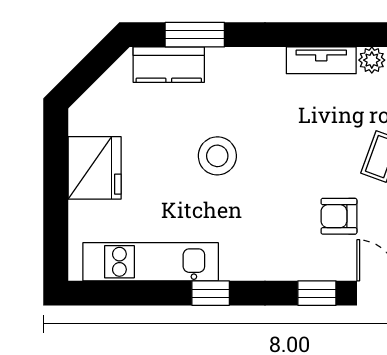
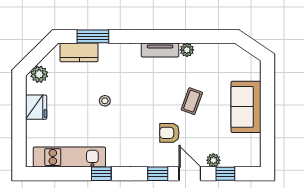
plant: (94, 106) -> (39, 74), added
stool: (217, 156) -> (105, 101), width x0.53, depth x0.53
fridge: (95, 168) -> (36, 107), width x0.73, depth x0.75

